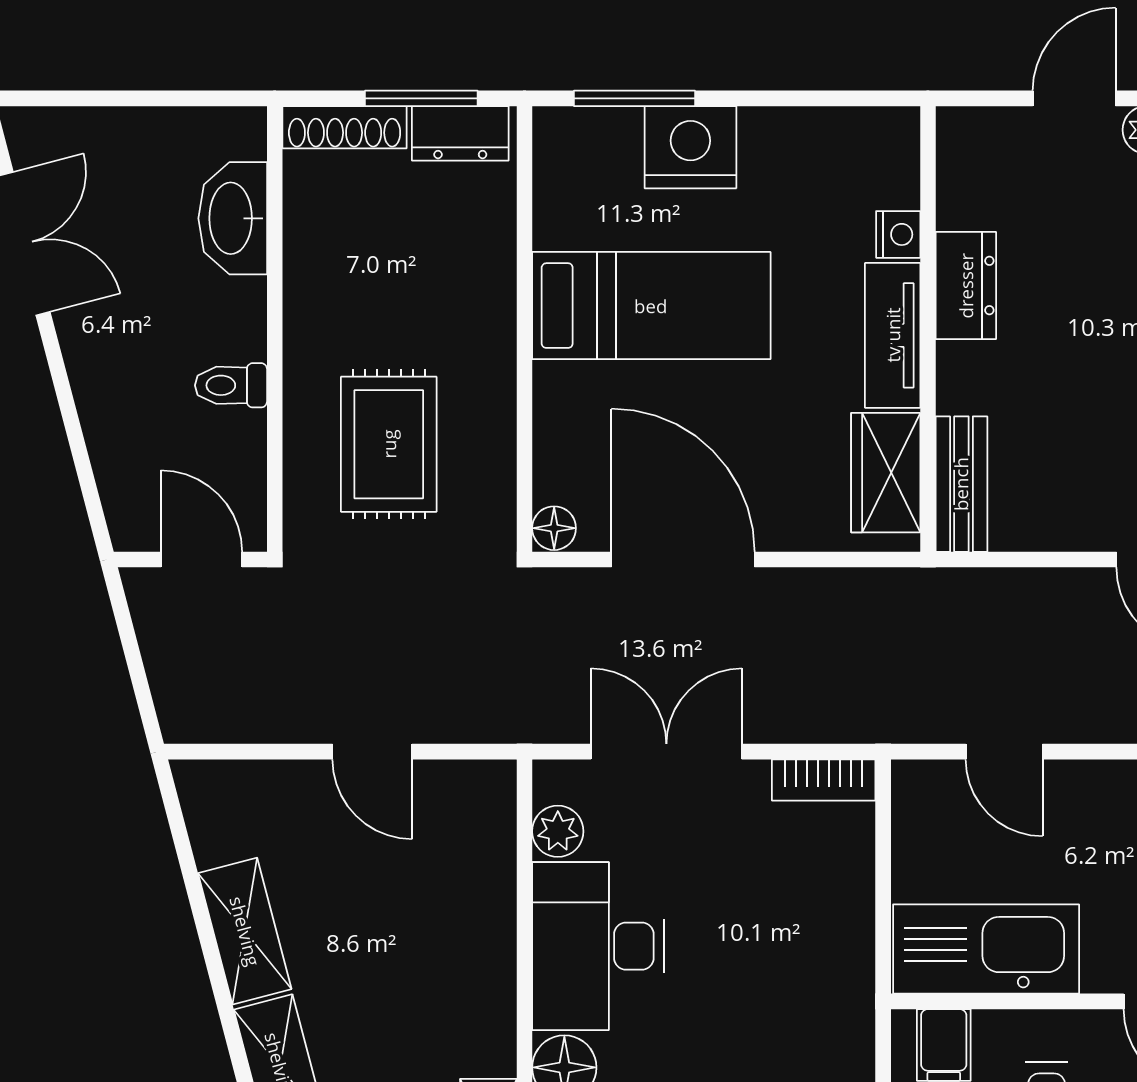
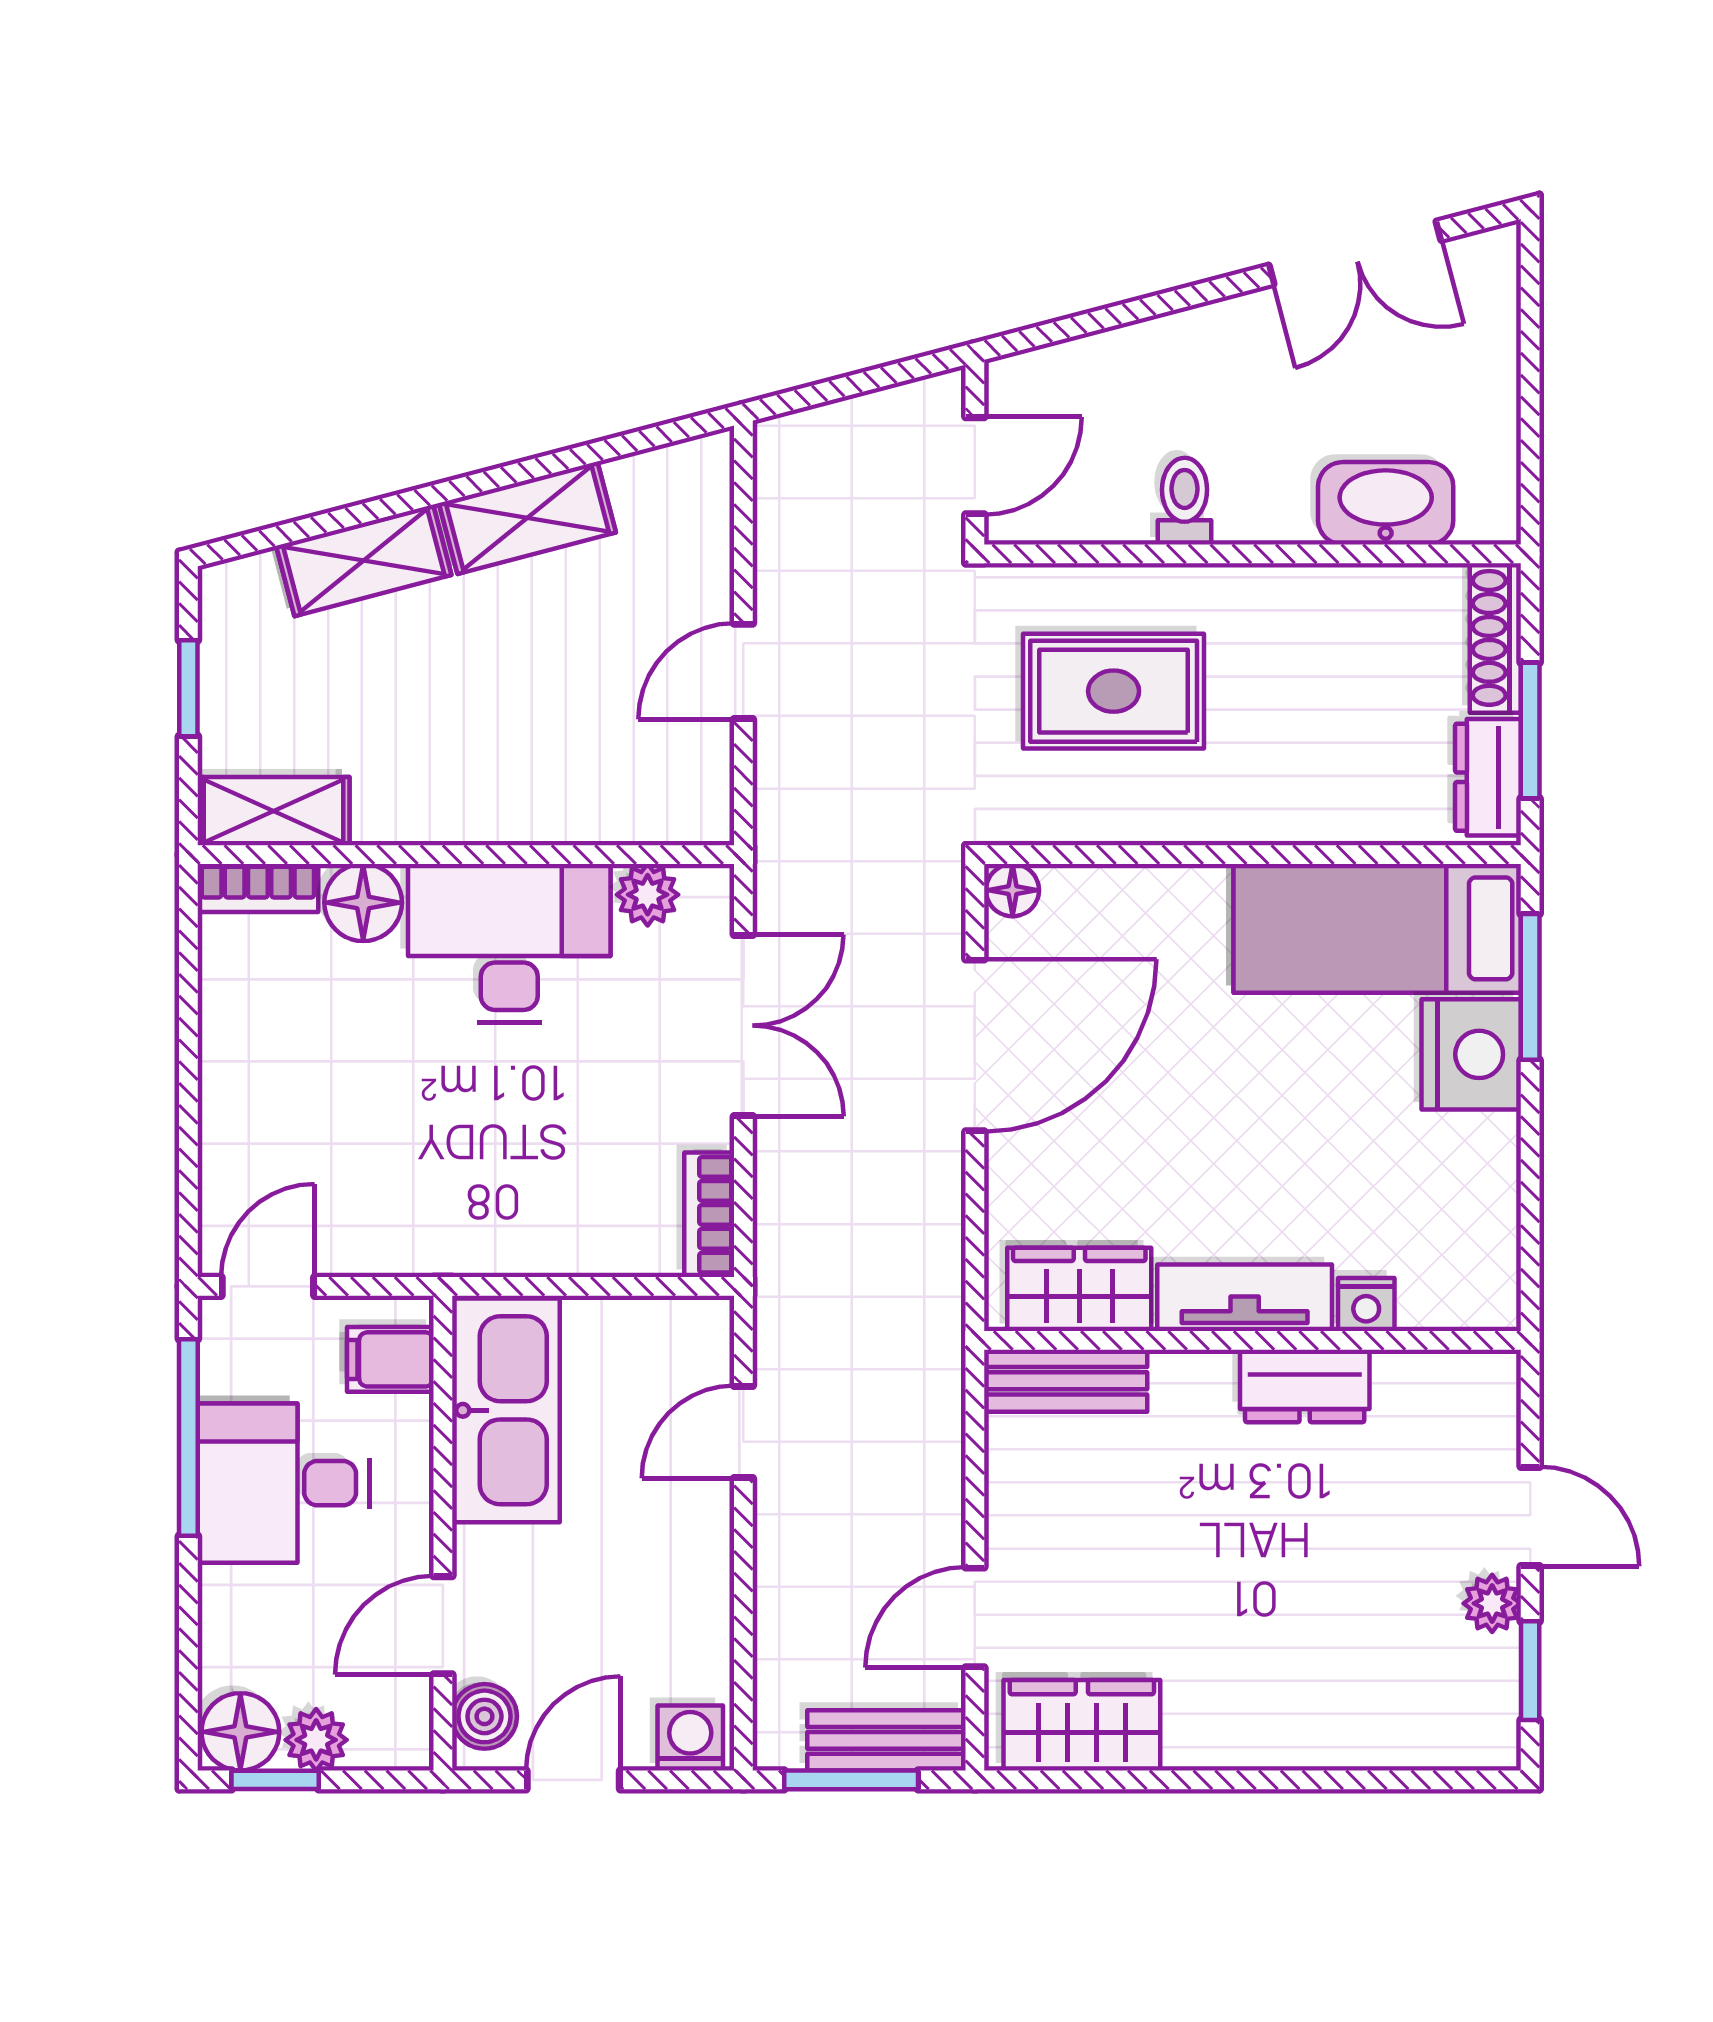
bed: (651, 306) -> (1377, 928), moved, turned 90

